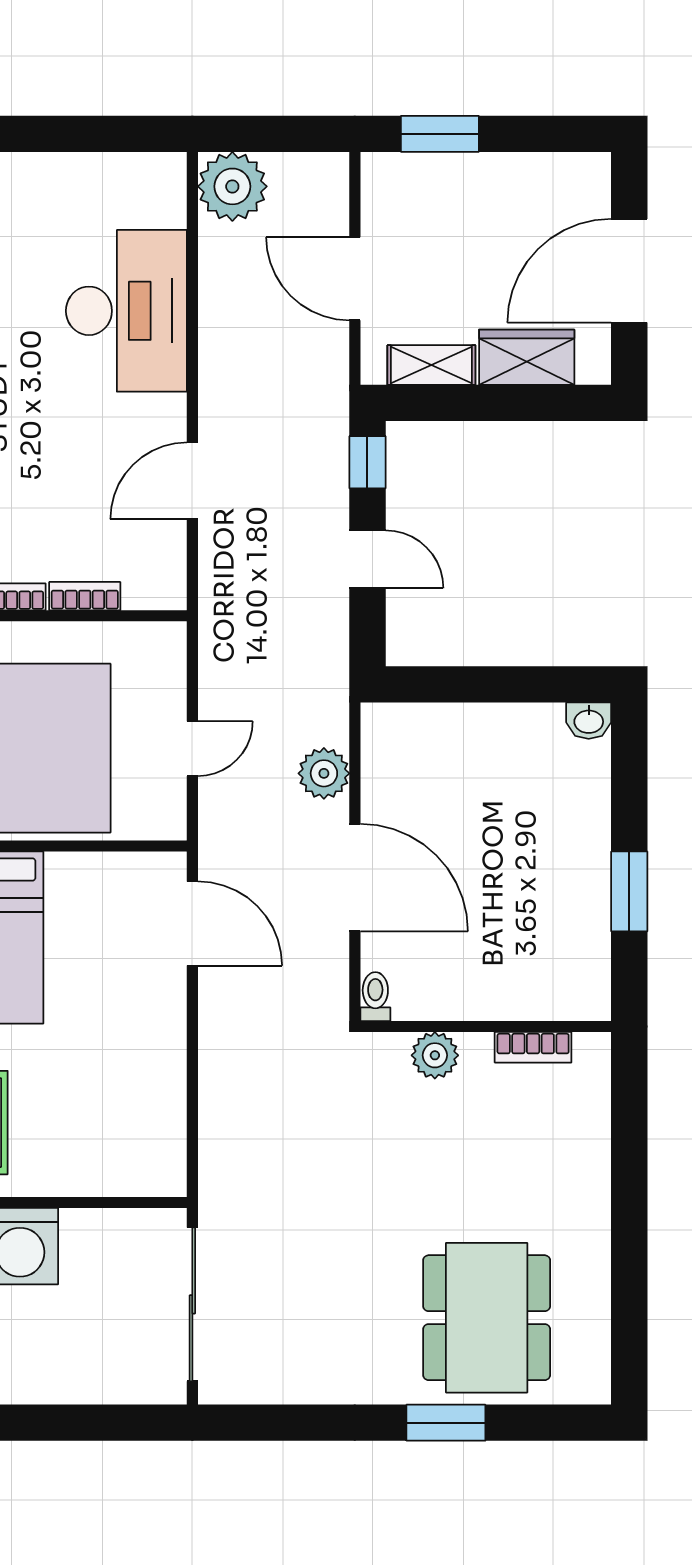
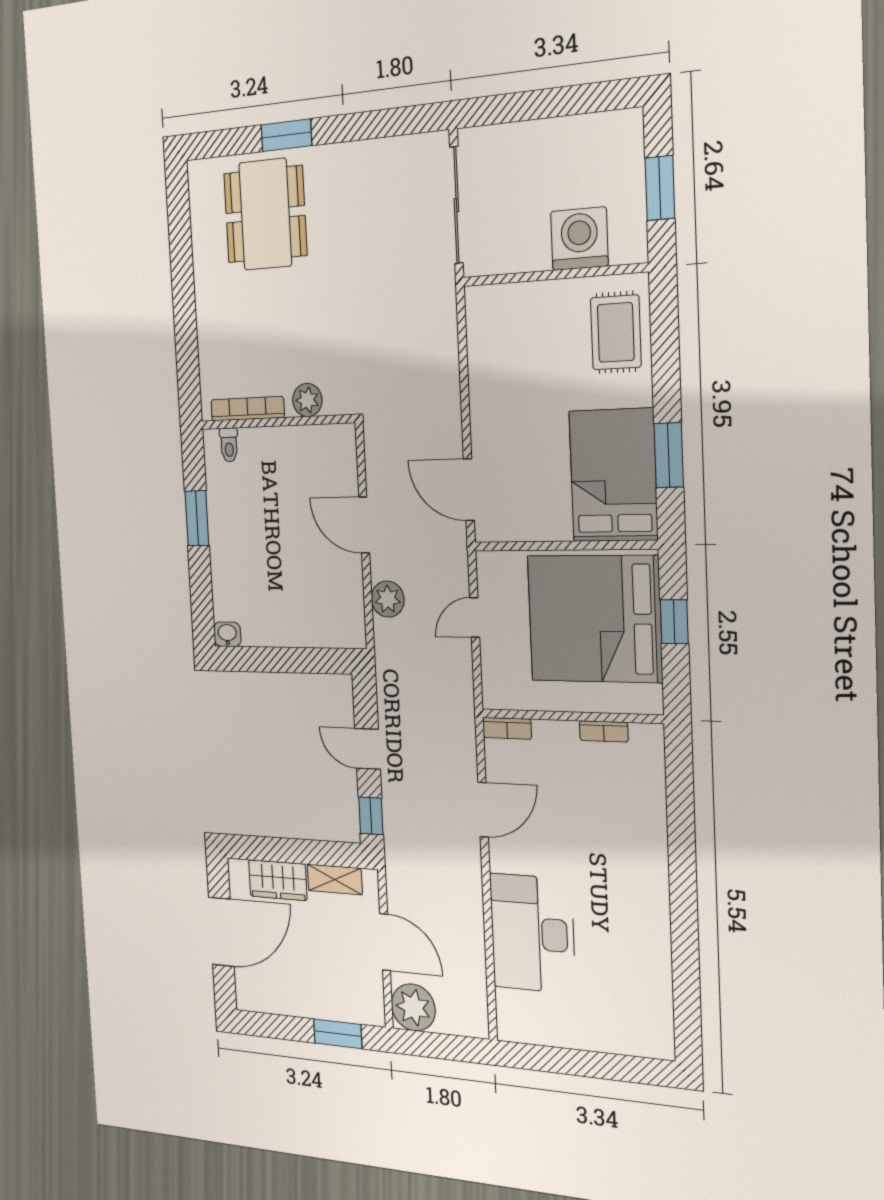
plant: (232, 186) -> (413, 1007), moved
bookcase: (85, 596) -> (507, 728), moved
door: (355, 878) -> (364, 525), width x0.73
toilet: (375, 997) -> (229, 445), moved
bookcase: (533, 1047) -> (248, 409), width x1.56

